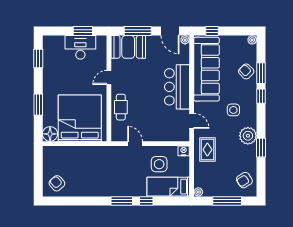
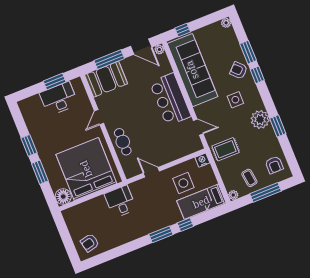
window: (38, 58) -> (29, 145), moved
armchair: (246, 71) -> (239, 70), moved
rug: (207, 150) -> (225, 149), turned 90
desk: (98, 158) -> (120, 202), added
armchair: (244, 180) -> (274, 165), turned -58
armchair: (57, 183) -> (90, 243), turned -61
coffee table: (218, 183) -> (249, 178), added

